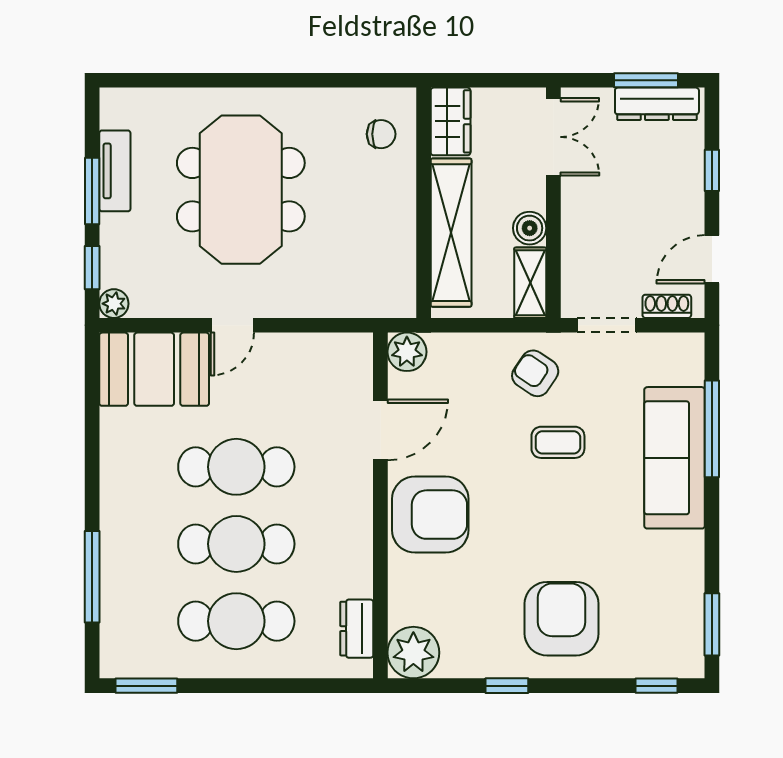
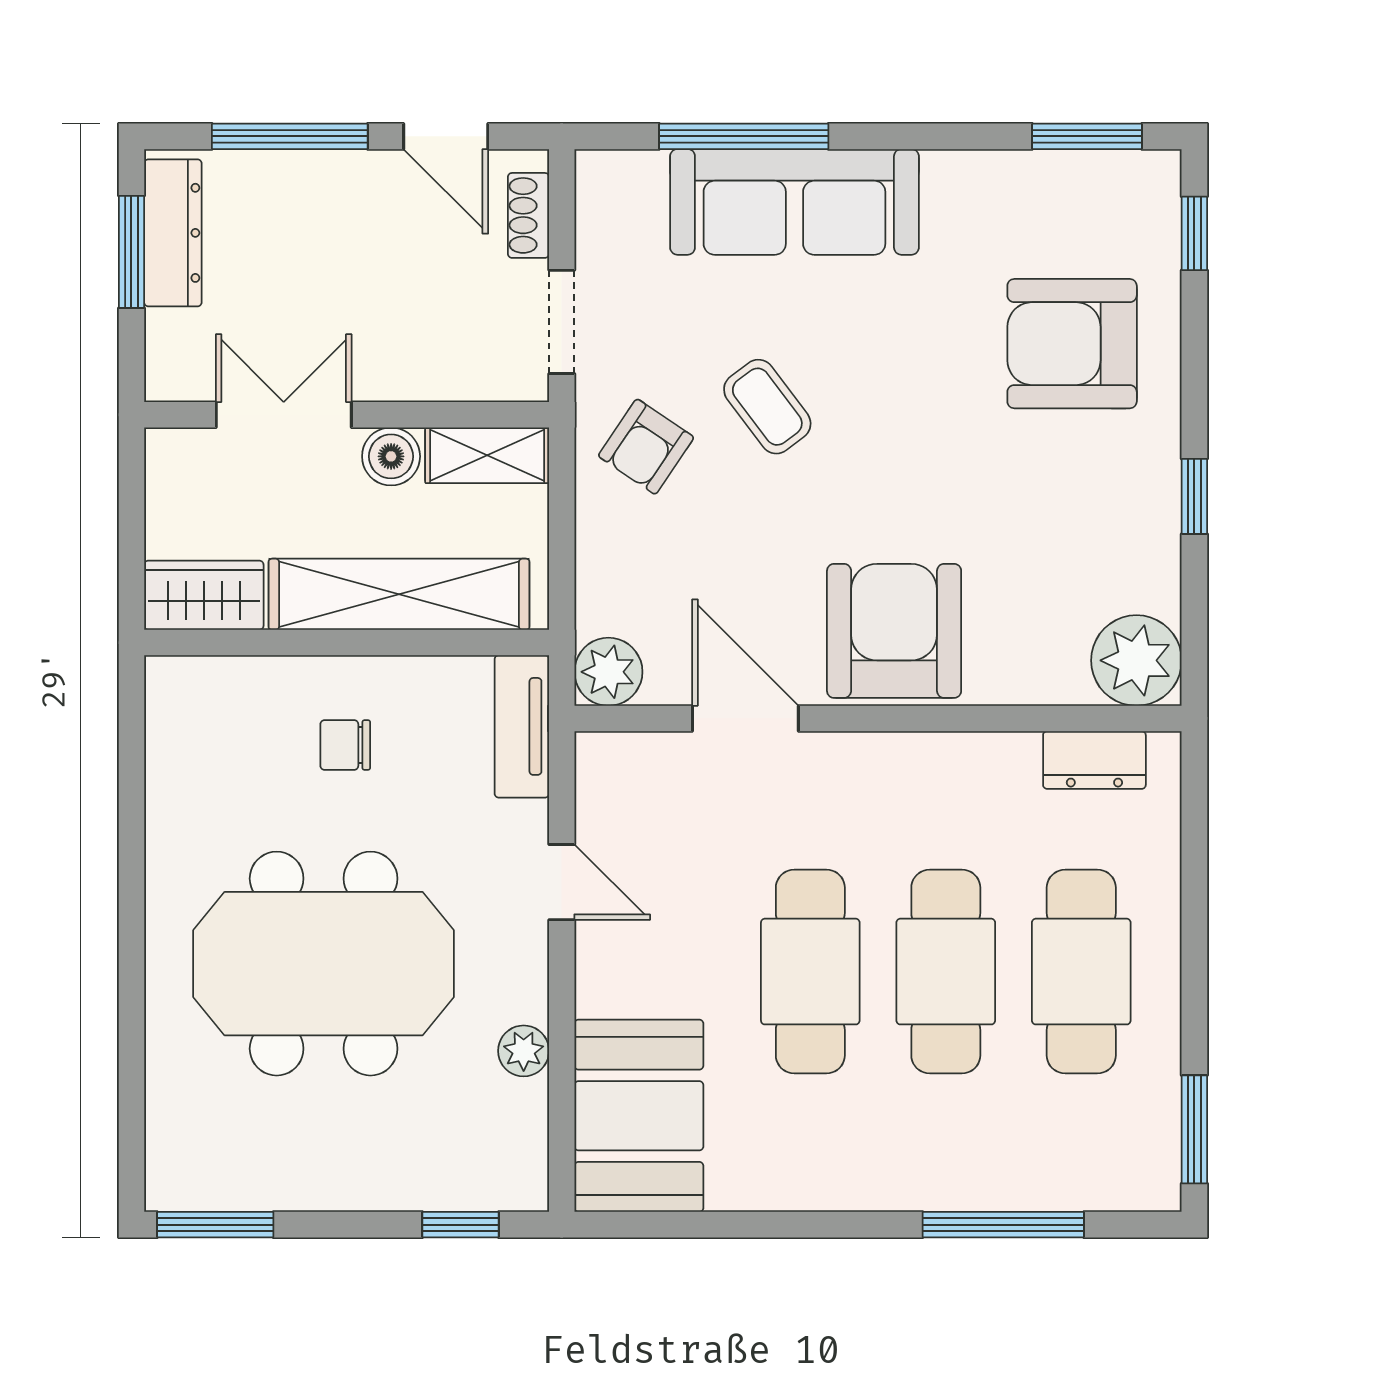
chair: (381, 134) -> (345, 745), moved, turned -90
double door: (553, 137) -> (284, 415), moved
window: (712, 170) -> (290, 136), width x2.17
tv unit: (115, 171) -> (522, 726), moved, turned -90
window: (92, 191) -> (215, 1225), moved
plant: (114, 304) -> (524, 1051), moved
door: (232, 325) -> (562, 882), moved
coffee table: (558, 442) -> (767, 407), turned -37
armchair: (562, 619) -> (1072, 344), moved

